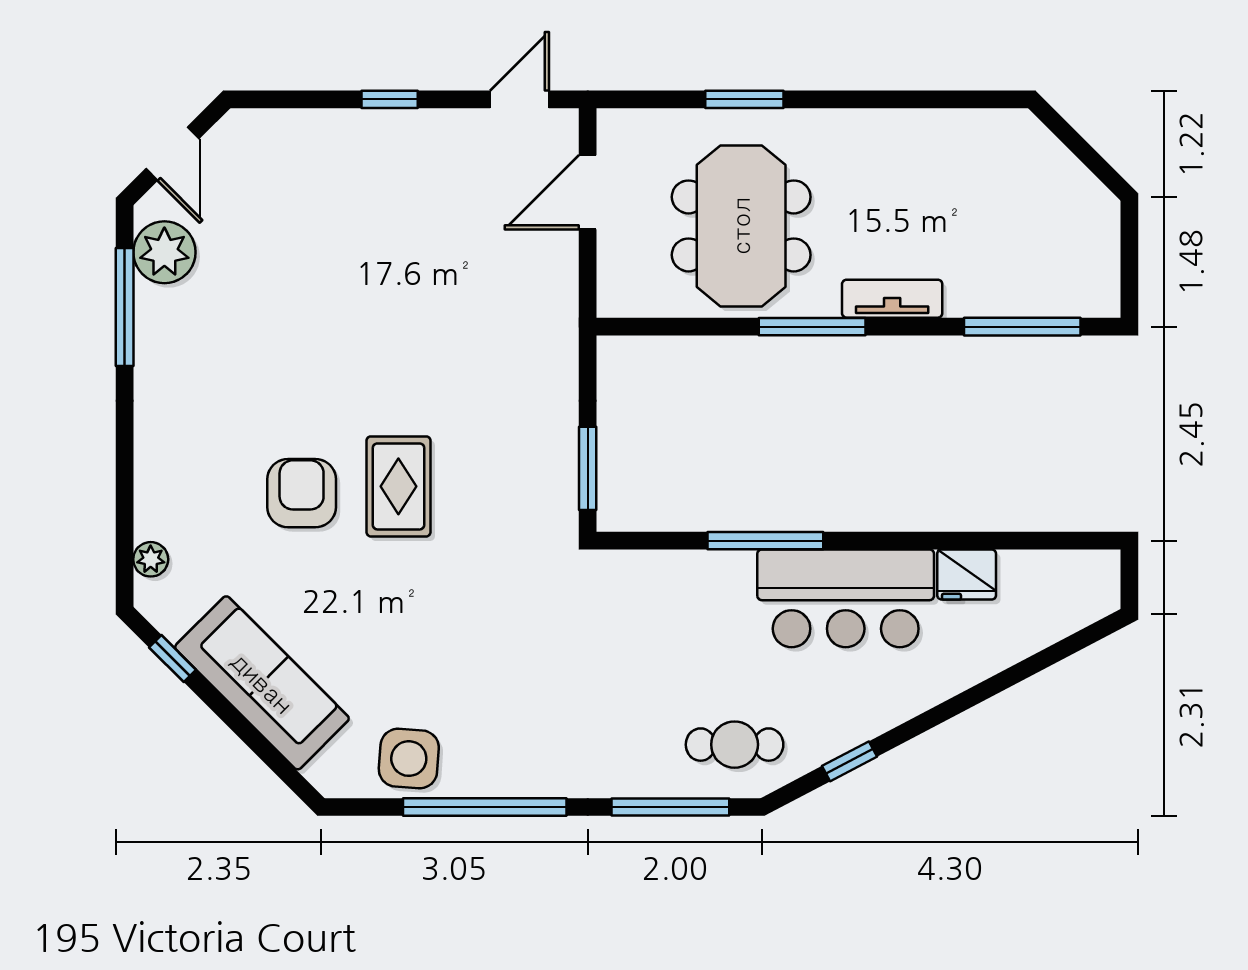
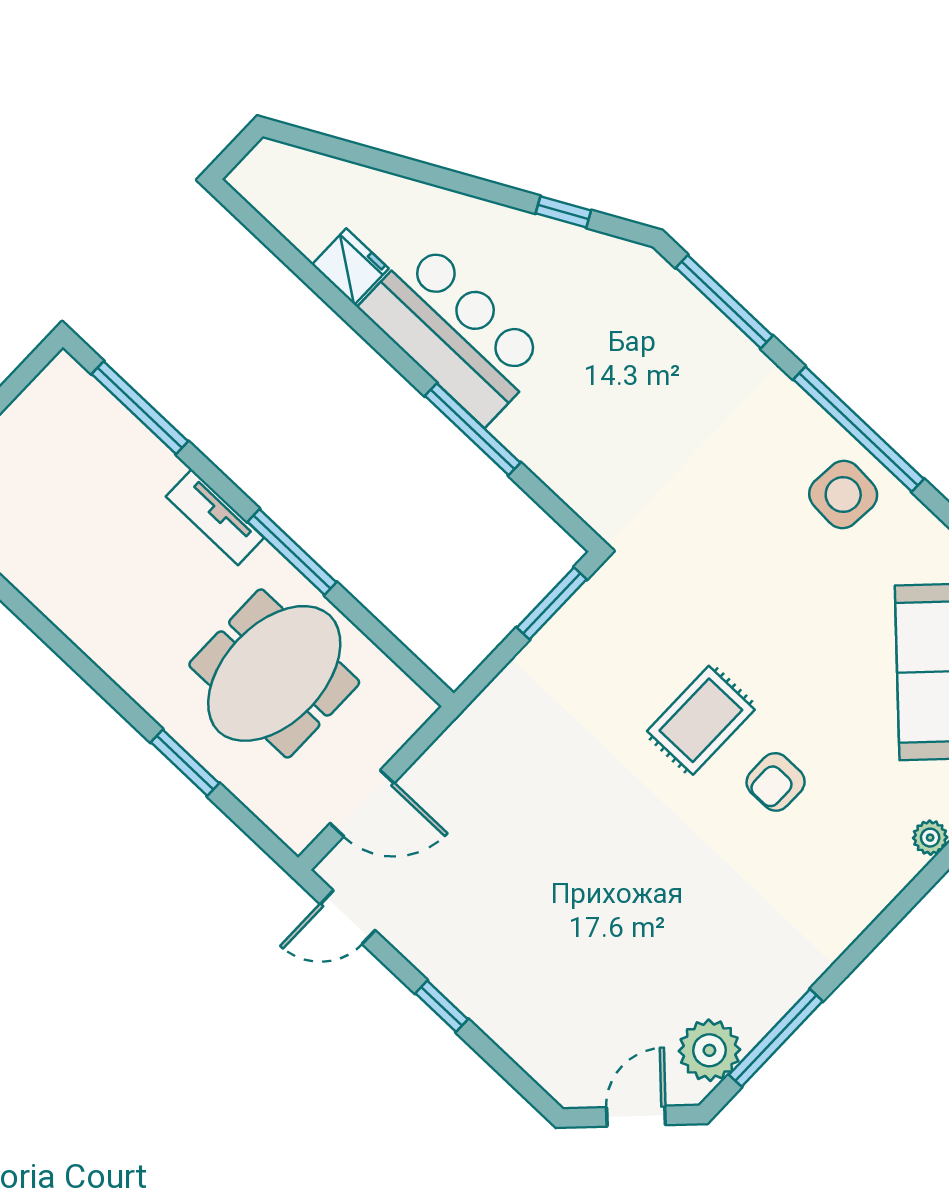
armchair: (302, 493) -> (776, 782), width x0.72, depth x0.72
cafe table: (735, 745) -> (635, 303), removed
side table: (409, 759) -> (843, 494), moved

